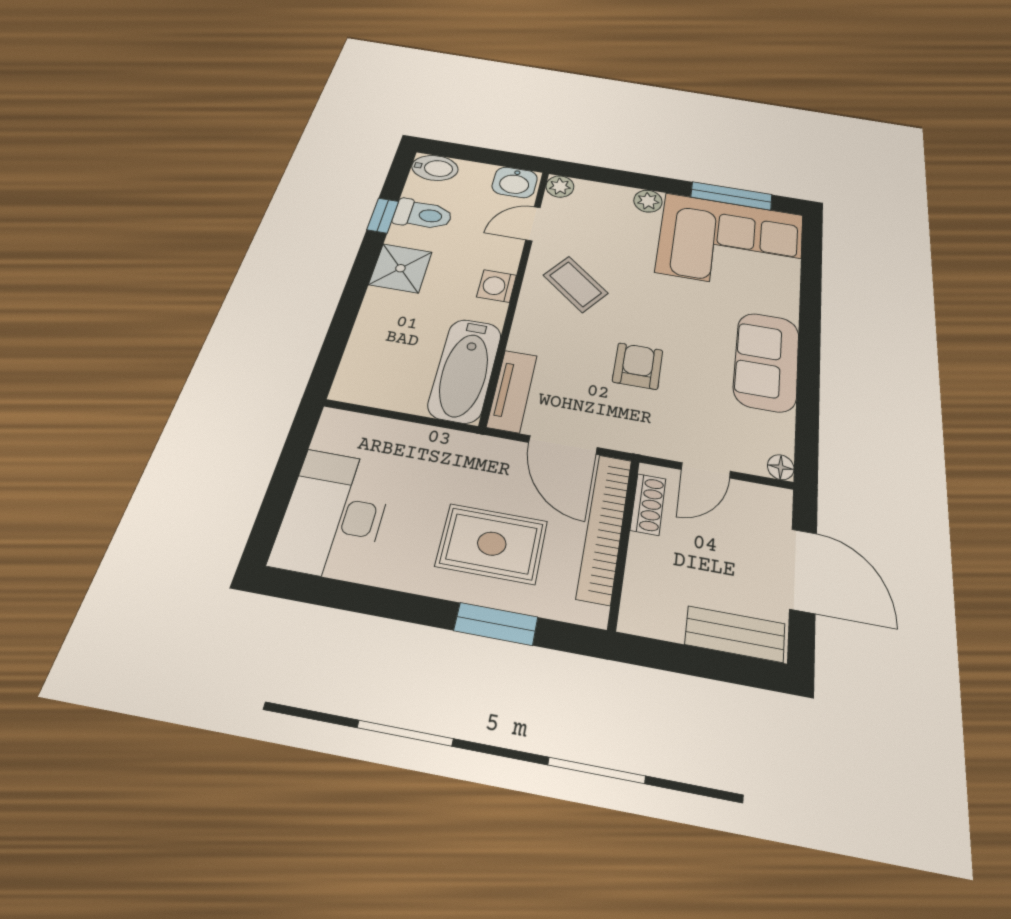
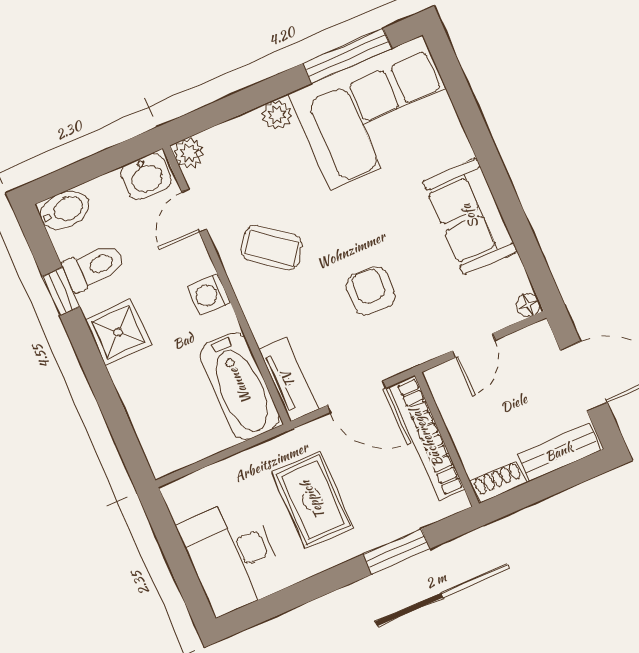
shoe rack: (648, 504) -> (498, 482), moved, turned -90
rug: (492, 544) -> (313, 500), moved, turned 90

